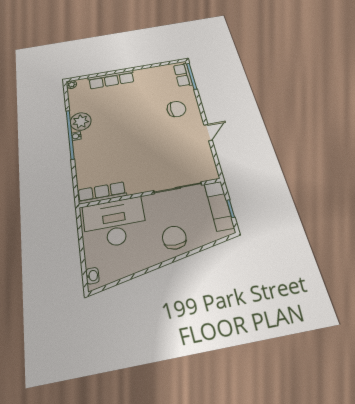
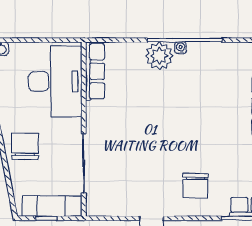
plant: (81, 121) -> (159, 56), moved
chair: (174, 238) -> (25, 146), turned -90

